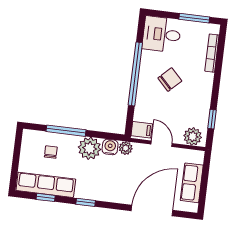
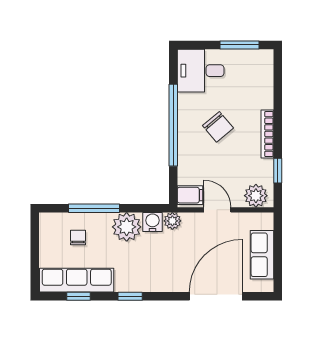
bookcase: (212, 53) -> (267, 134), moved
chair: (170, 80) -> (218, 127), turned 94

